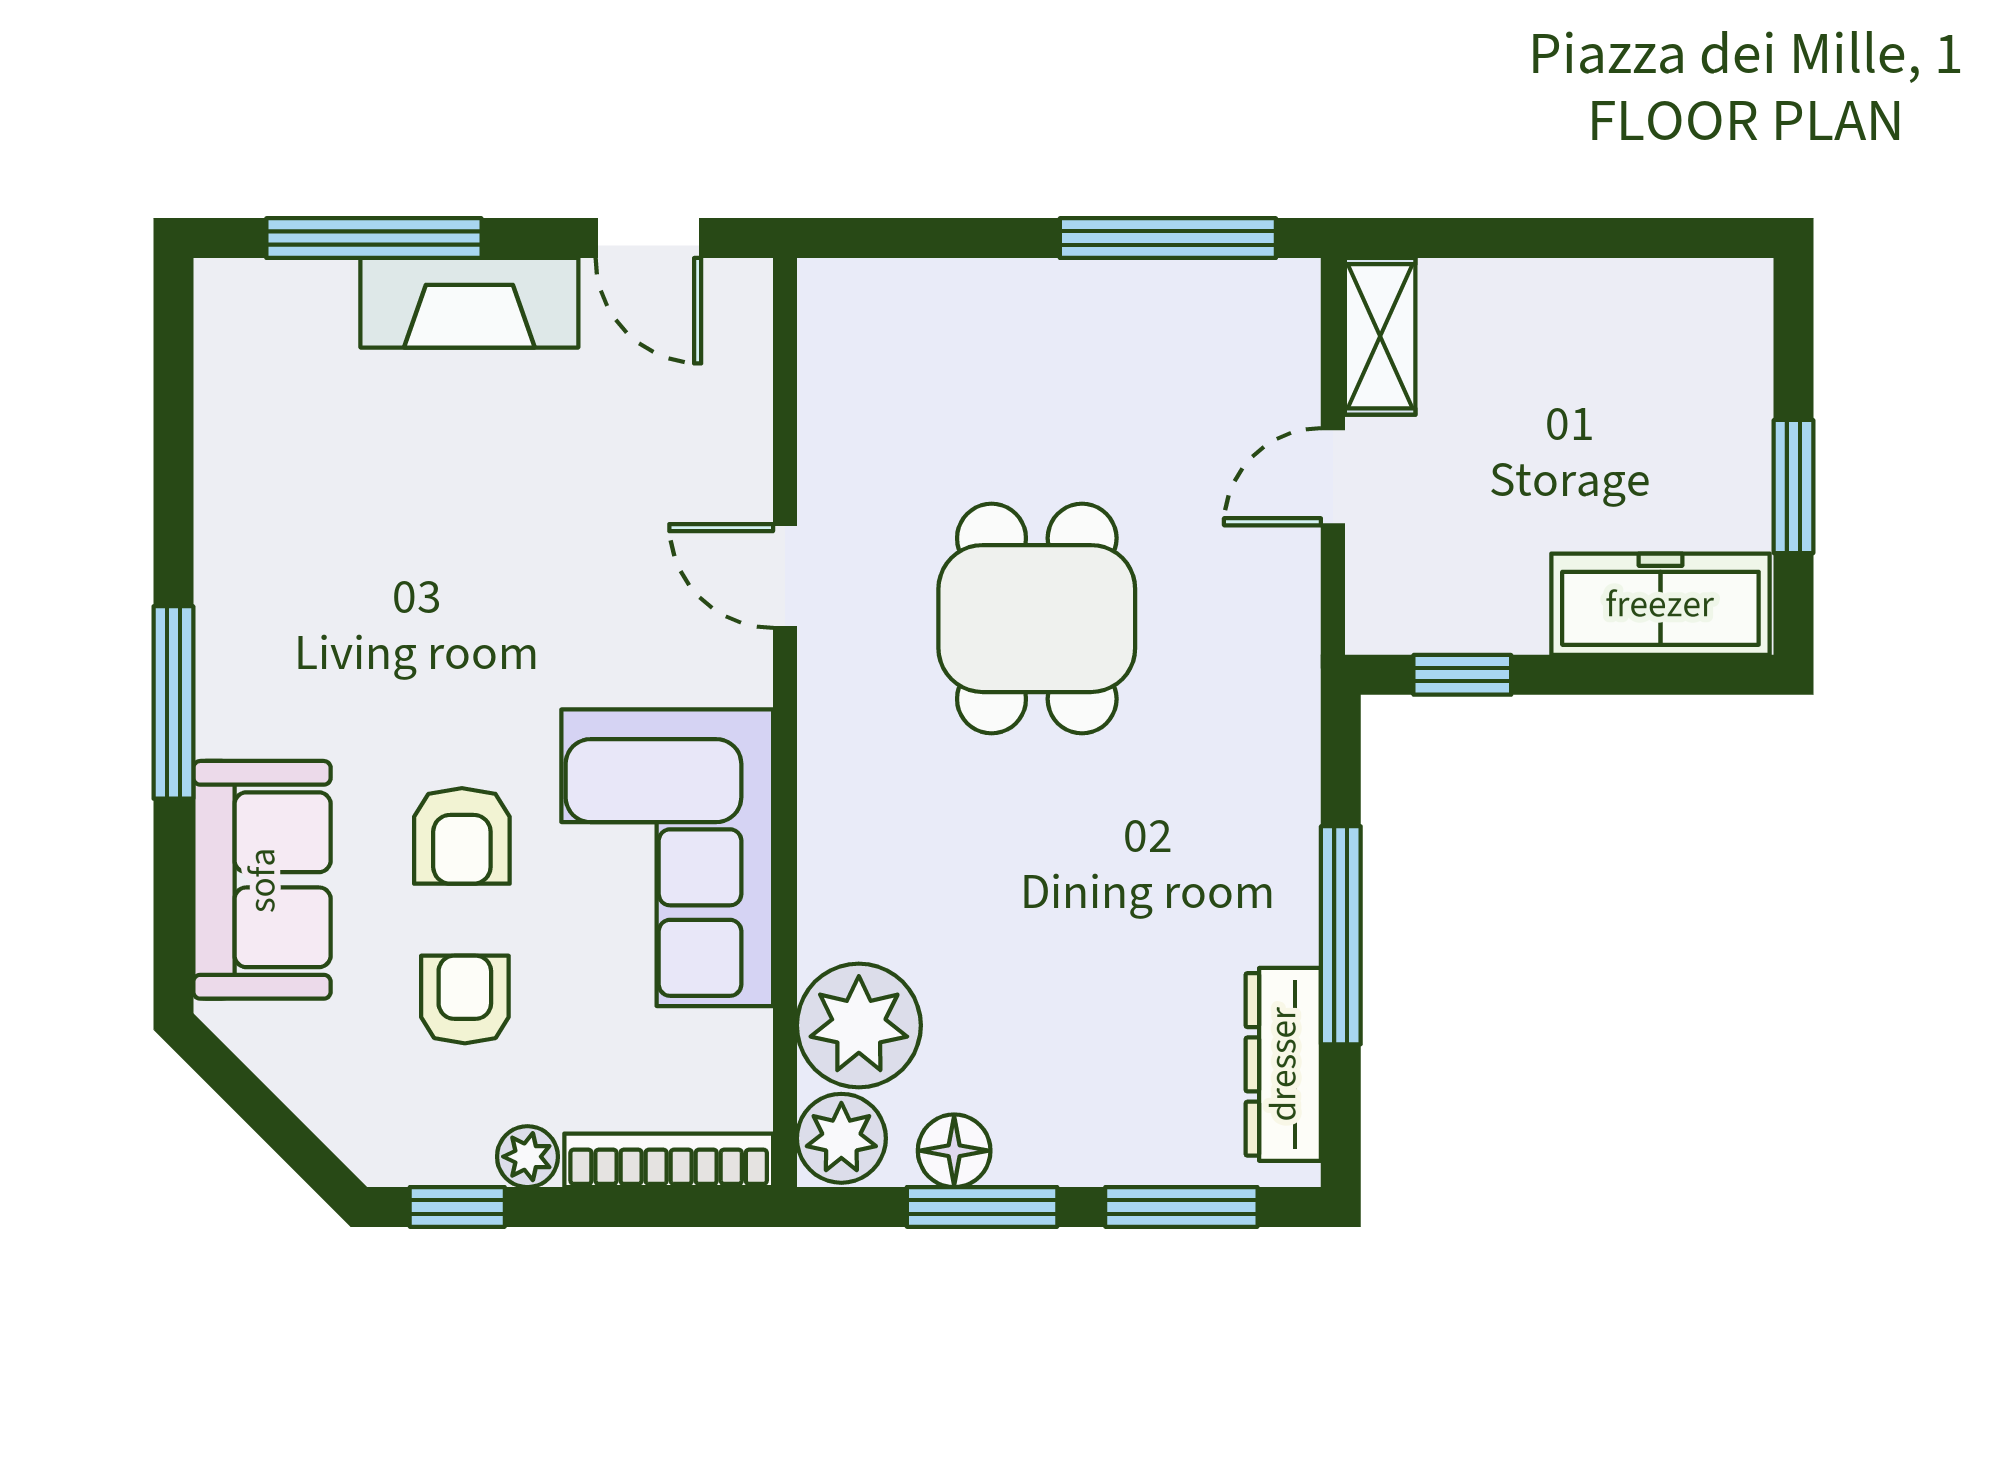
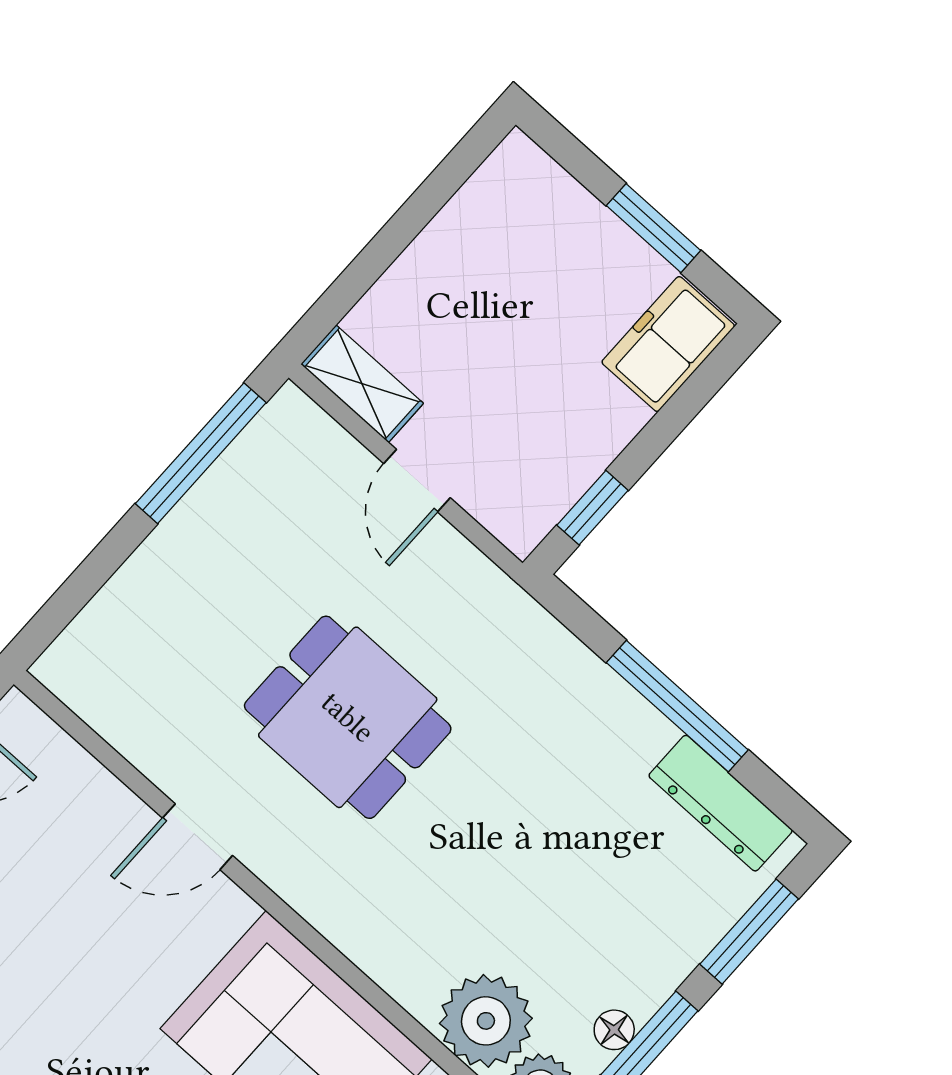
freezer: (1660, 604) -> (668, 344), width x0.71
floor lamp: (954, 1151) -> (614, 1030), width x0.73, depth x0.73

